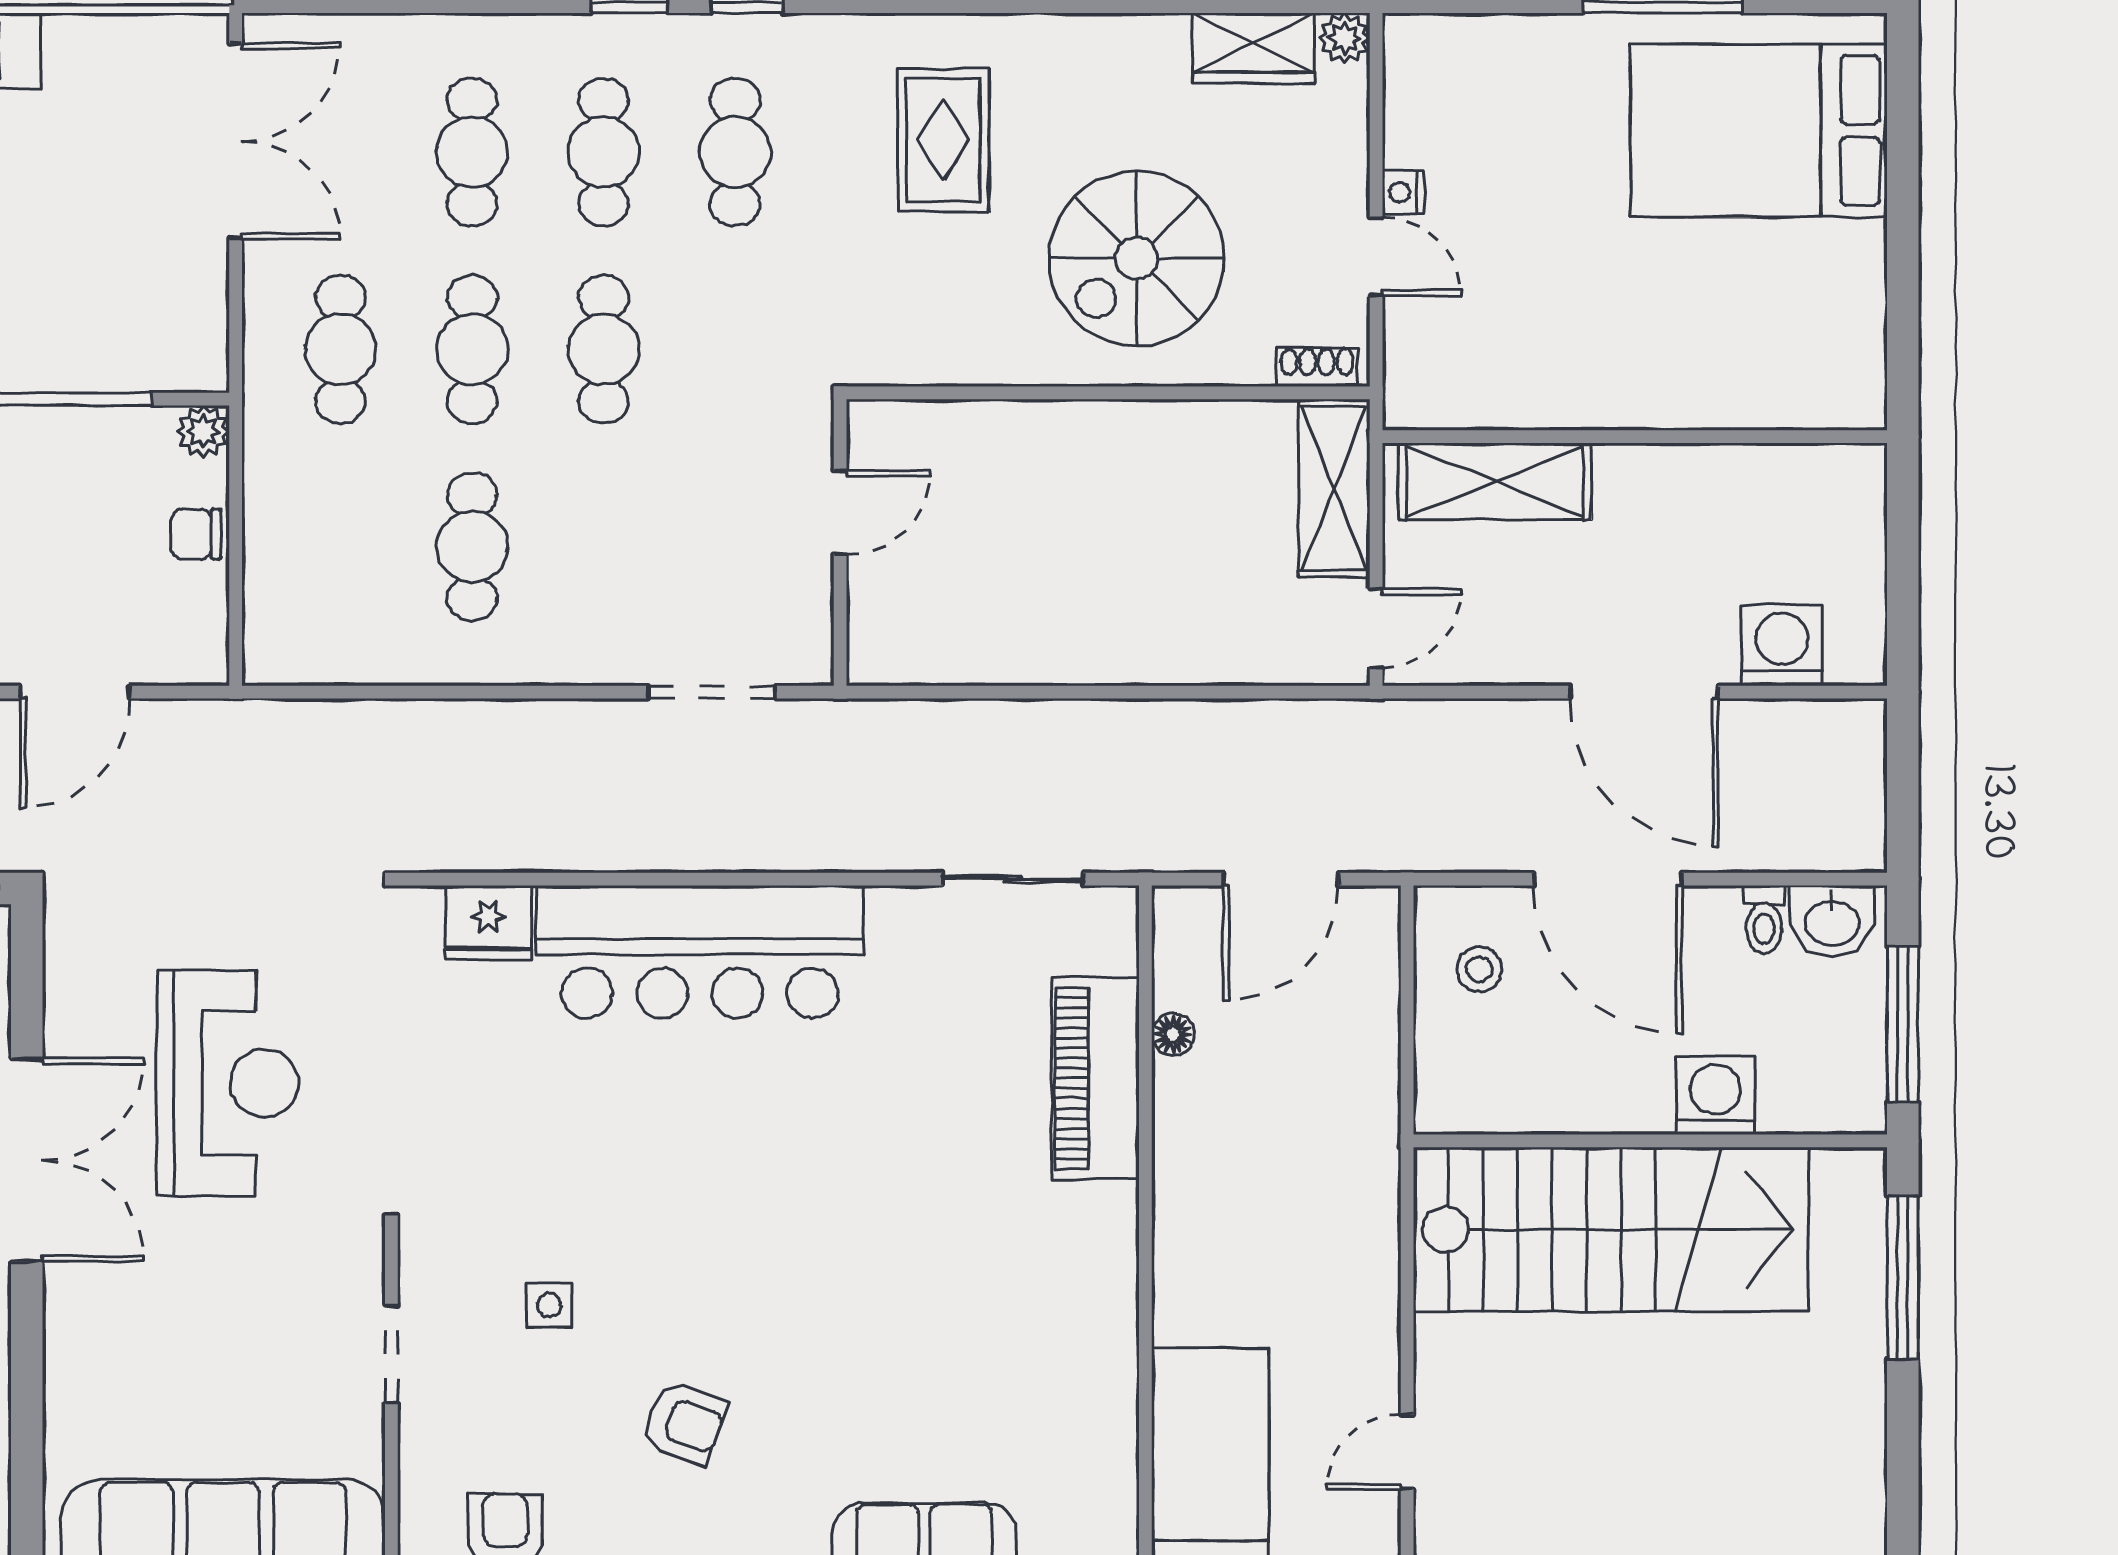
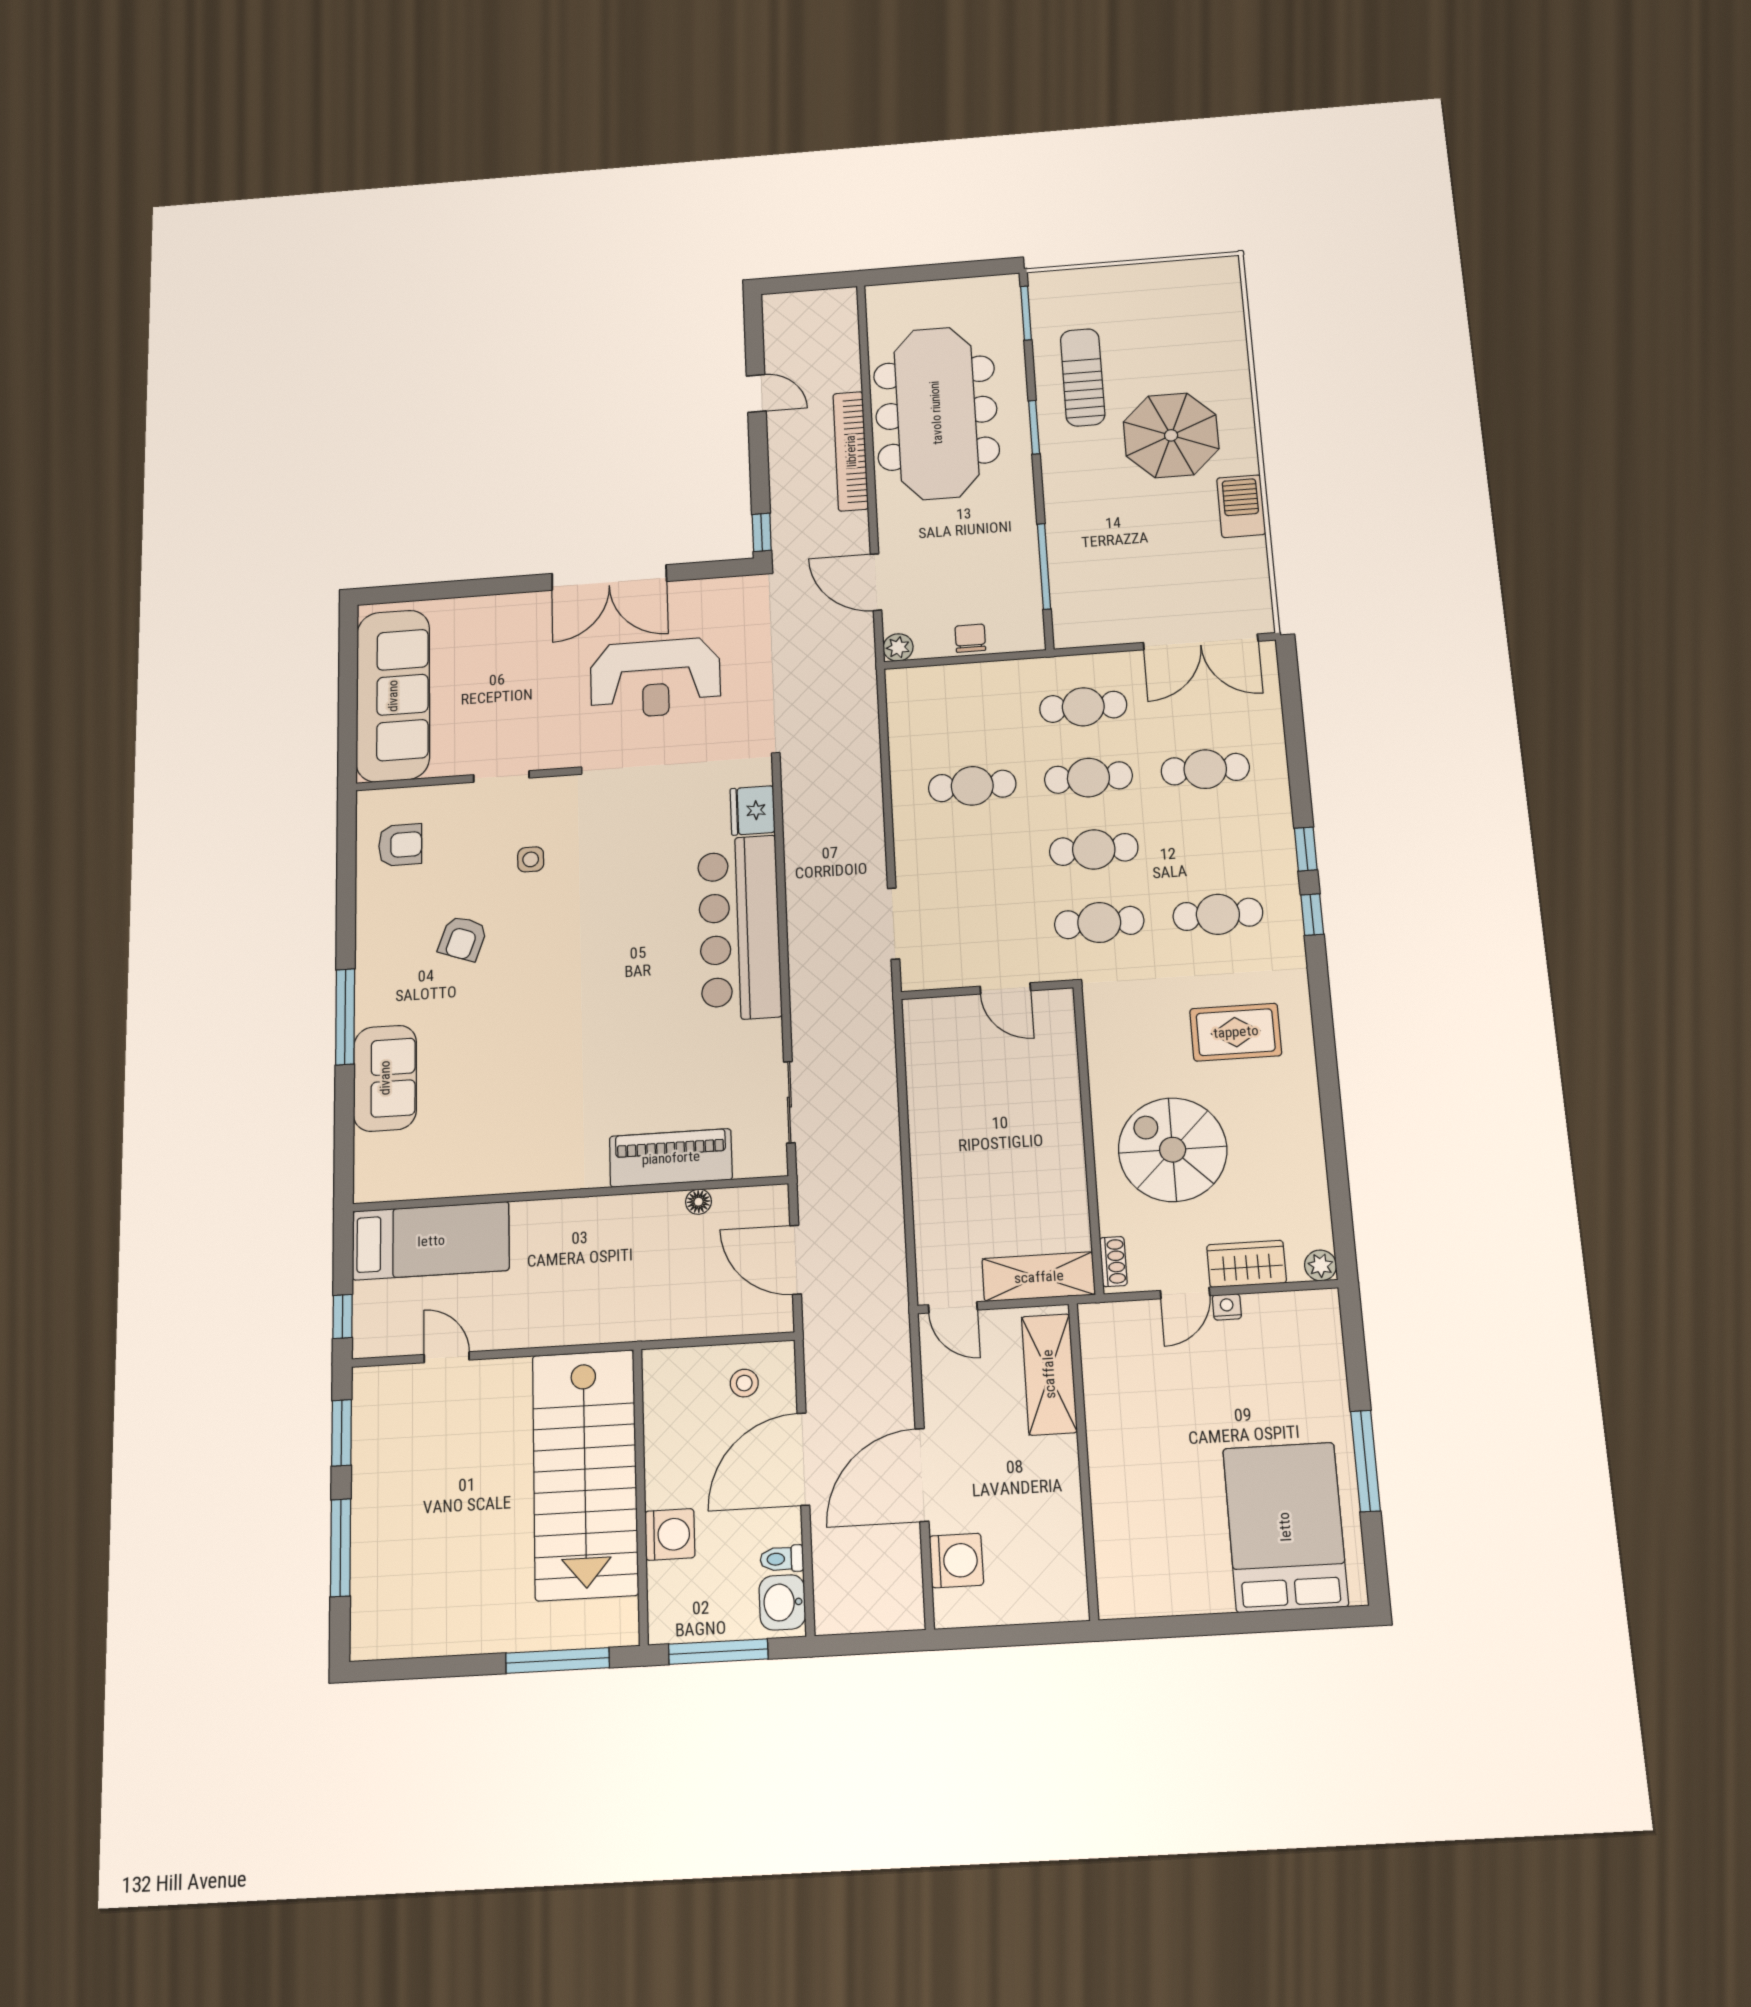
wardrobe: (1253, 48) -> (1246, 1264), moved, turned 90
cafe table: (604, 152) -> (1099, 923), moved
plant: (203, 431) -> (898, 647), moved

